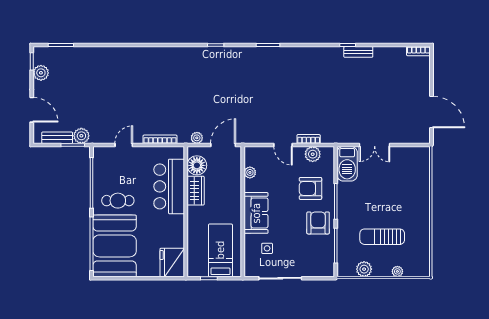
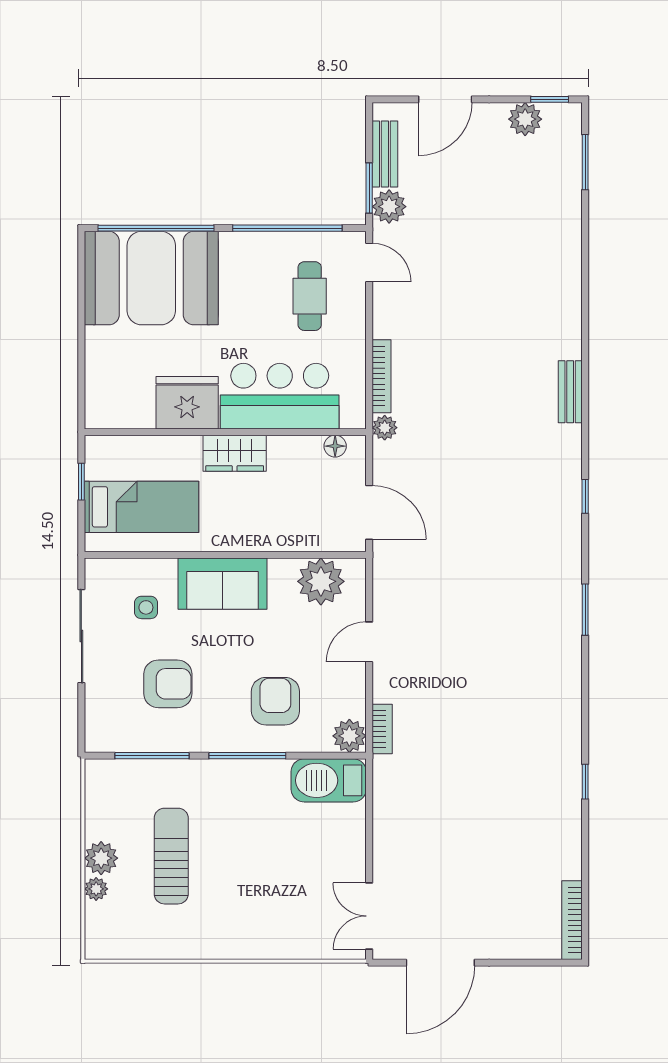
bookcase: (418, 51) -> (572, 920), width x1.56
bench: (358, 52) -> (570, 392), moved
plant: (197, 138) -> (385, 428), moved
bookcase: (309, 139) -> (382, 729), moved
door: (124, 145) -> (369, 263), moved
double door: (375, 145) -> (369, 916), moved
plant: (313, 154) -> (349, 736), moved
floor lamp: (197, 165) -> (335, 446), width x0.53, depth x0.53
plant: (250, 172) -> (321, 581), width x1.87, depth x1.87
wardrobe: (196, 191) -> (235, 453), moved
cafe table: (118, 201) -> (310, 296), moved
armchair: (318, 223) -> (168, 684), moved
fridge: (172, 262) -> (187, 403), moved
plant: (364, 269) -> (101, 858), moved

